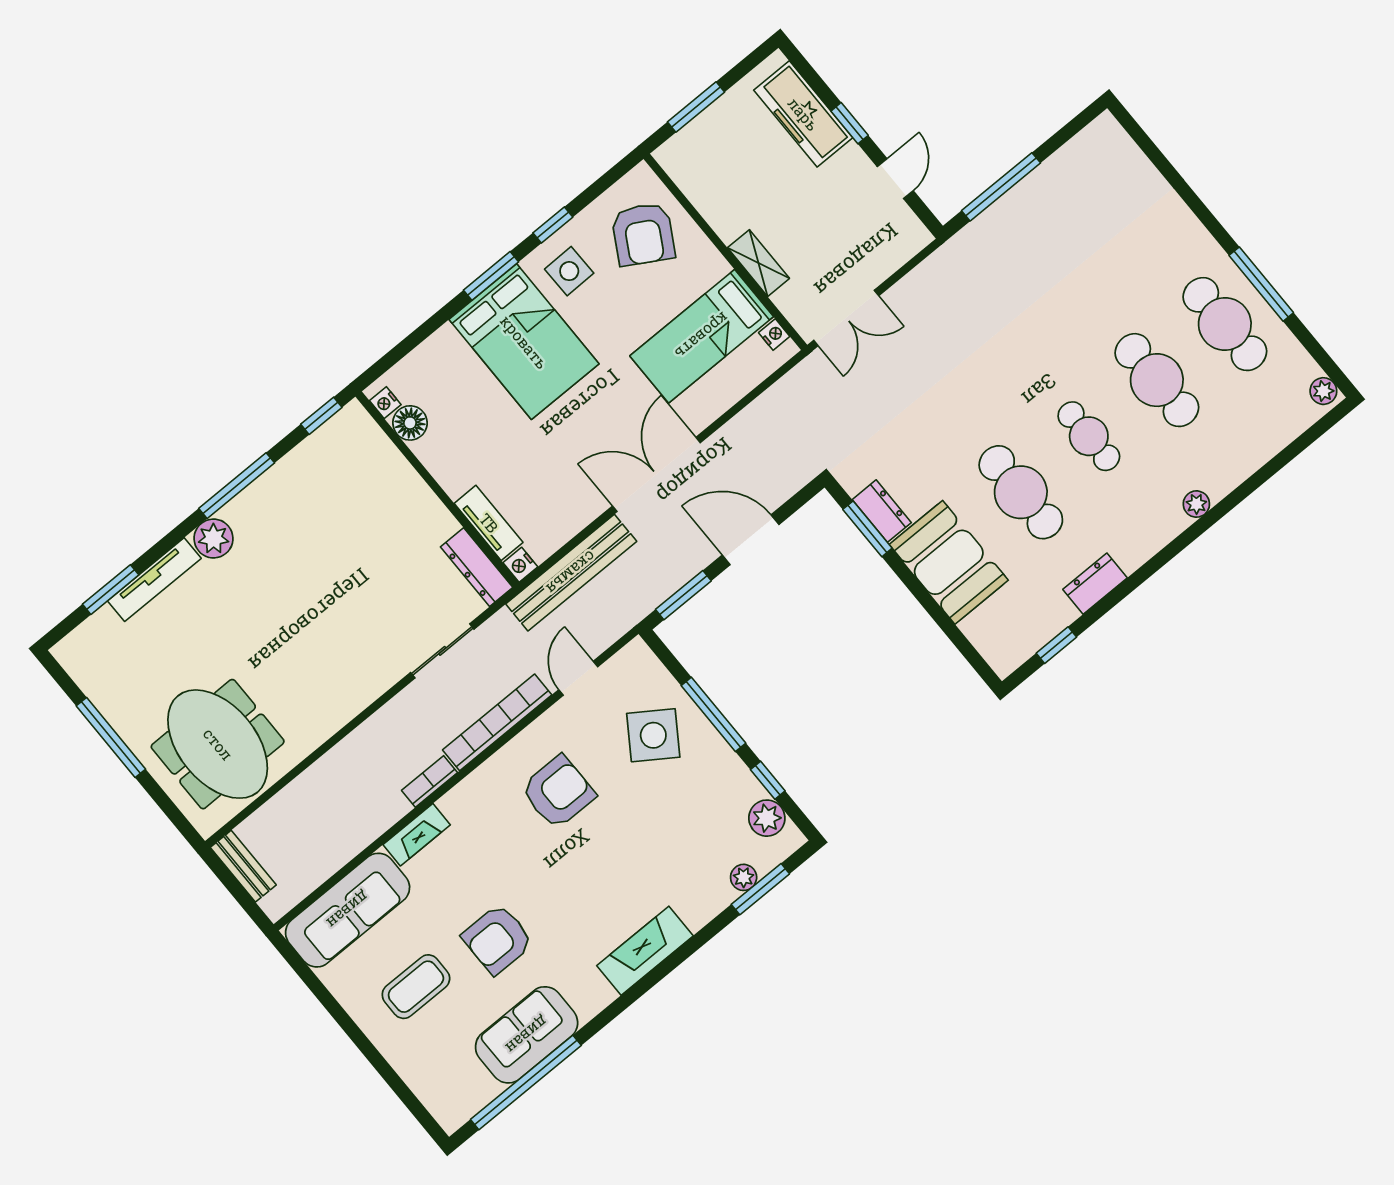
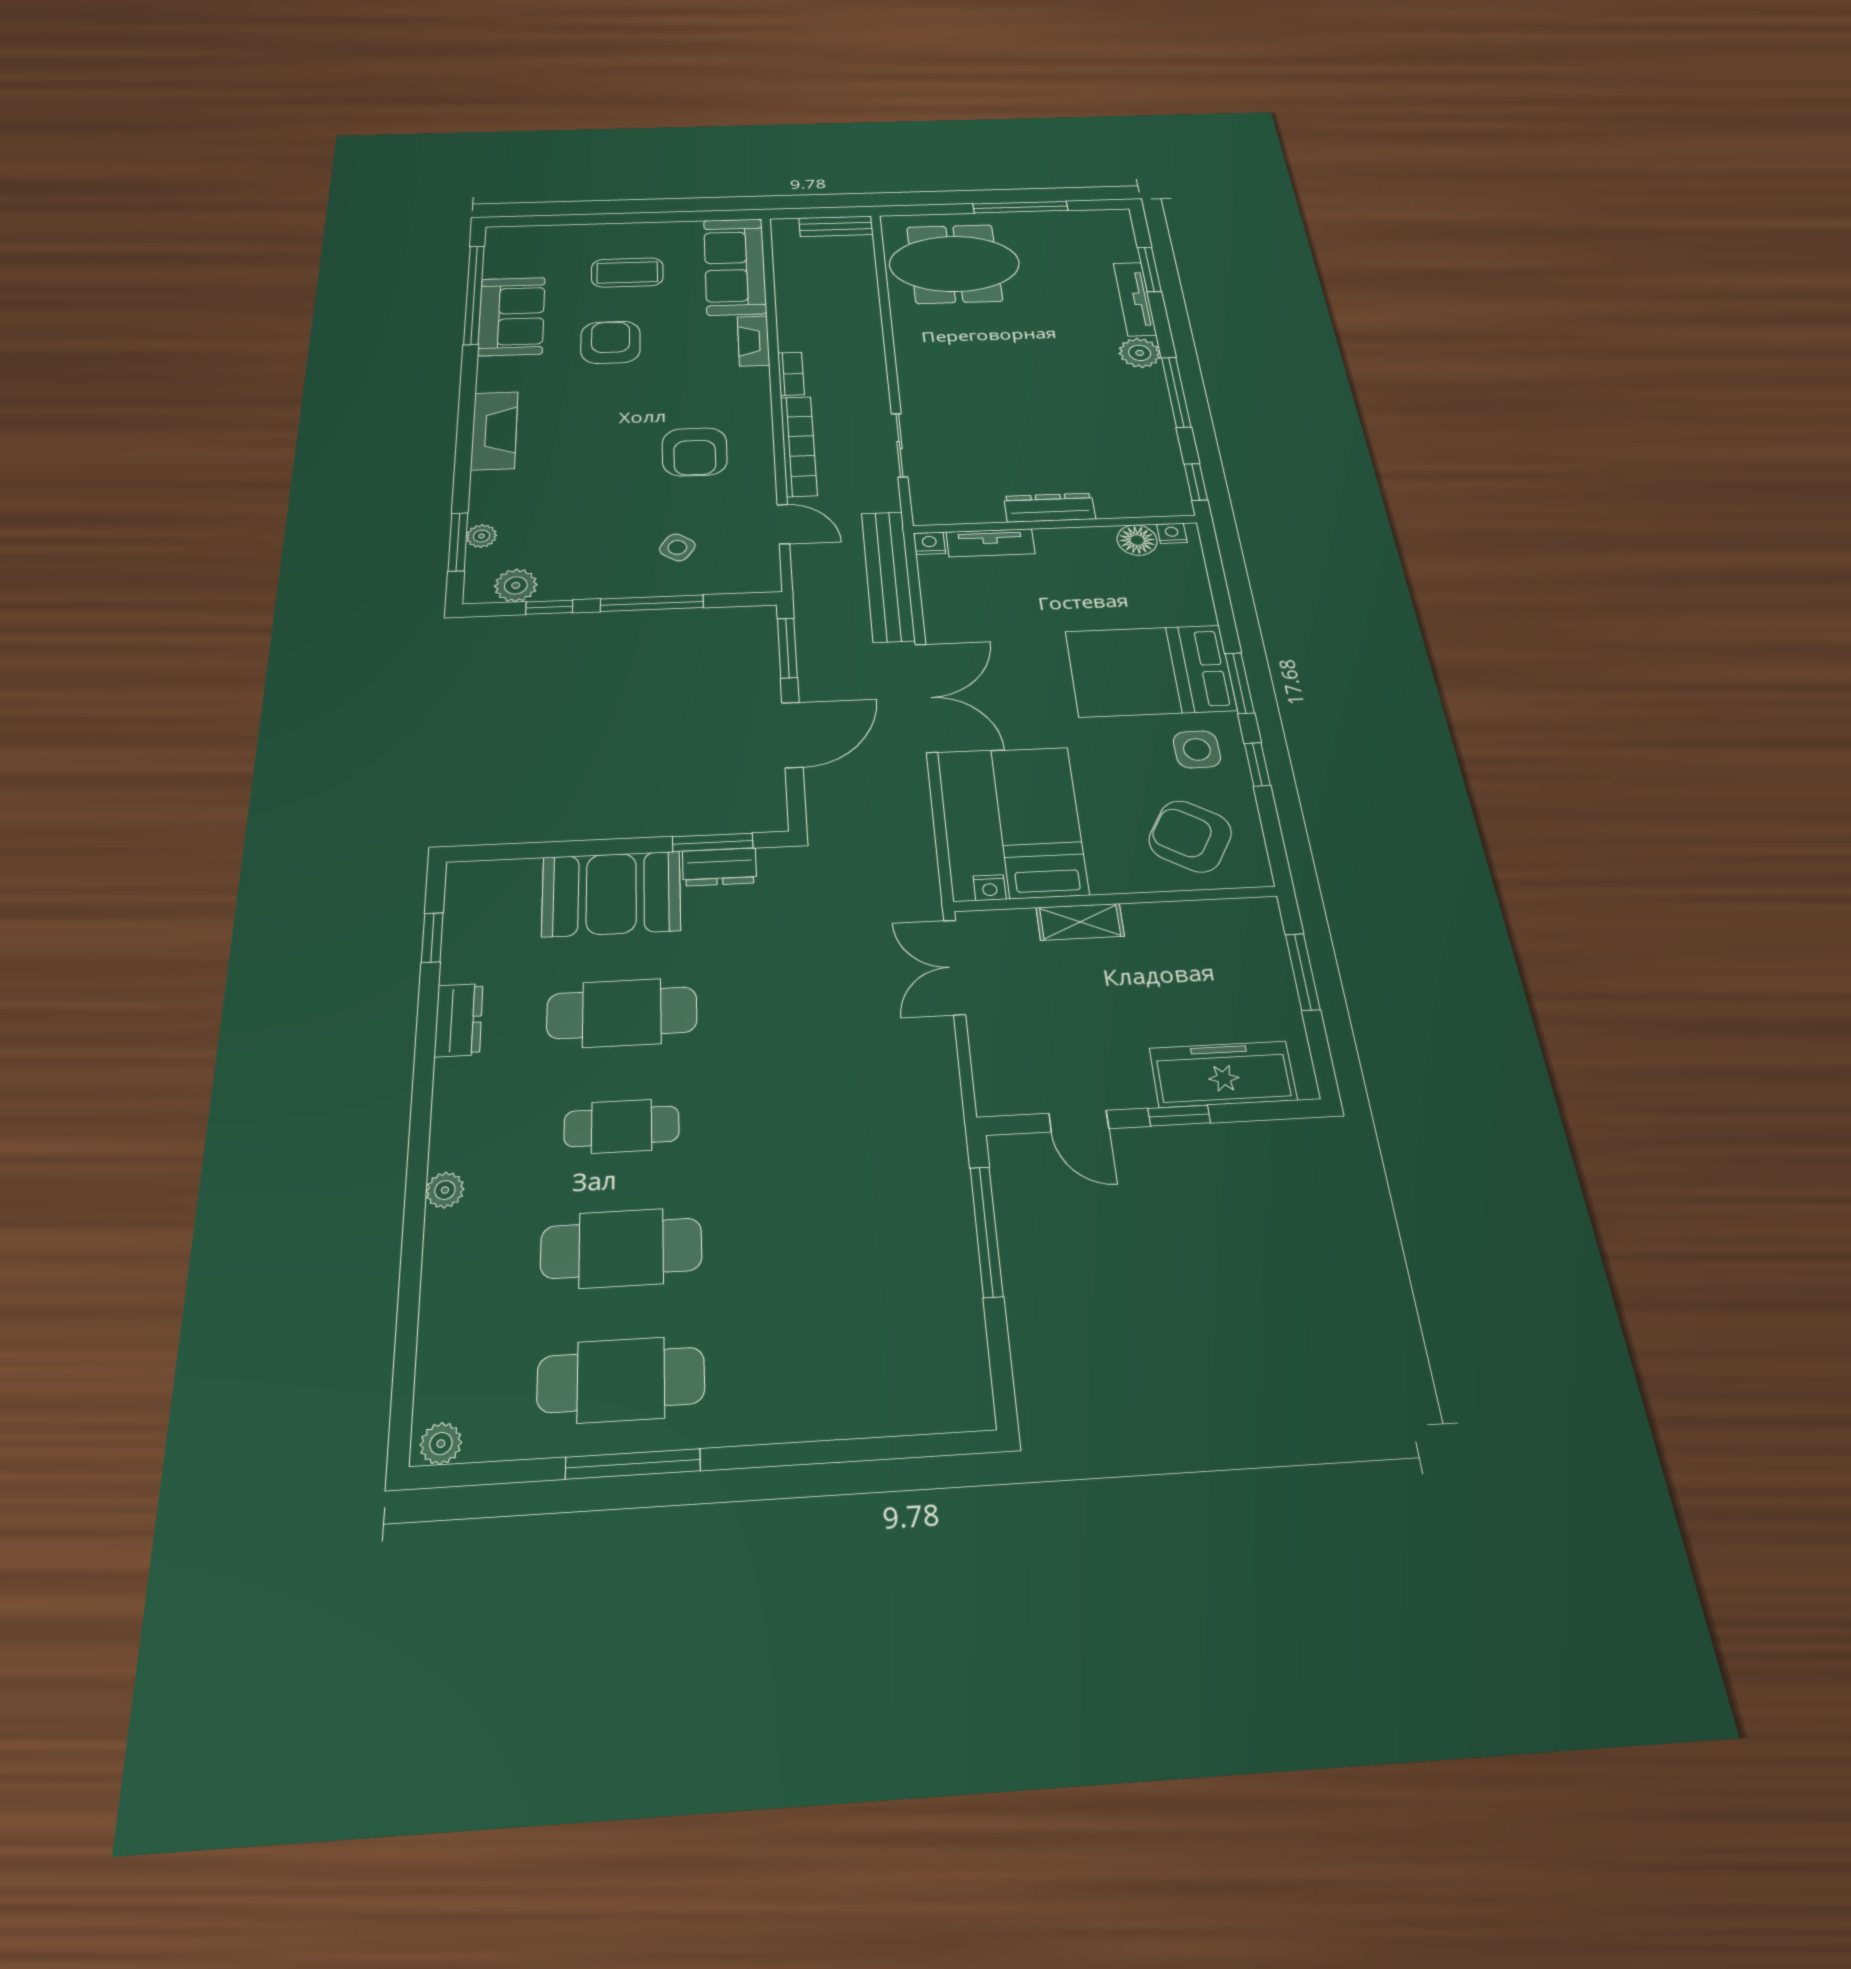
dresser: (477, 567) -> (1050, 508), moved
side table: (653, 735) -> (677, 547), width x0.54, depth x0.54
coffee table: (416, 987) -> (627, 272), turned 90

